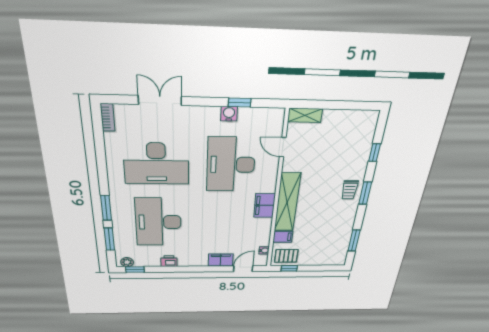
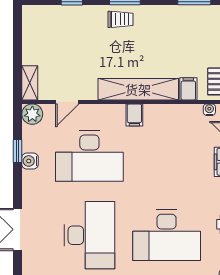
plant: (275, 117) -> (32, 114), added
filing cabinet: (265, 205) -> (134, 115), width x0.50

